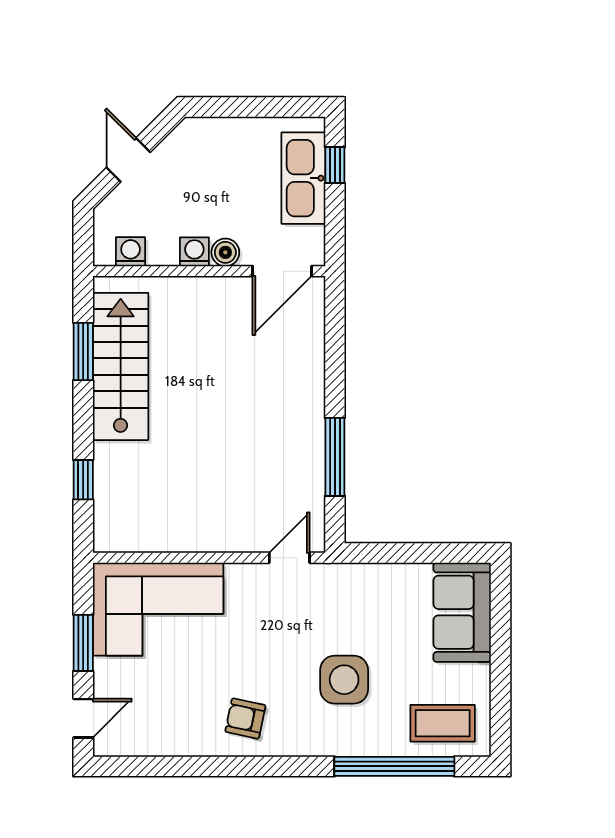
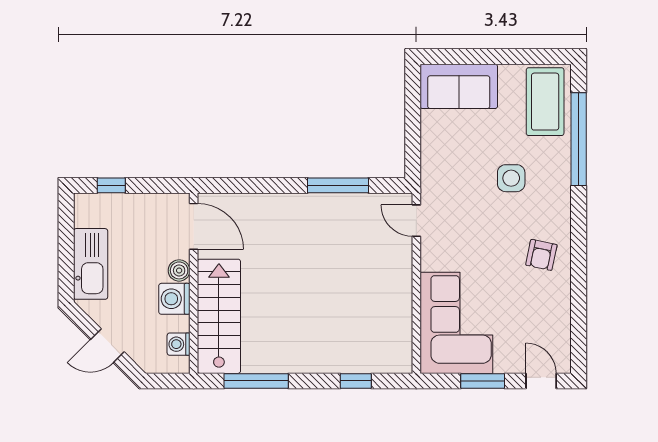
kitchen sink: (303, 178) -> (91, 264), moved, turned -90
washing machine: (194, 252) -> (174, 299), width x1.38, depth x1.38
window: (83, 351) -> (256, 381), width x1.44
stairs: (121, 366) -> (219, 316), moved, turned 90
side table: (344, 680) -> (511, 178), width x0.73, depth x0.73
coffee table: (443, 723) -> (545, 102), width x1.36, depth x1.32

